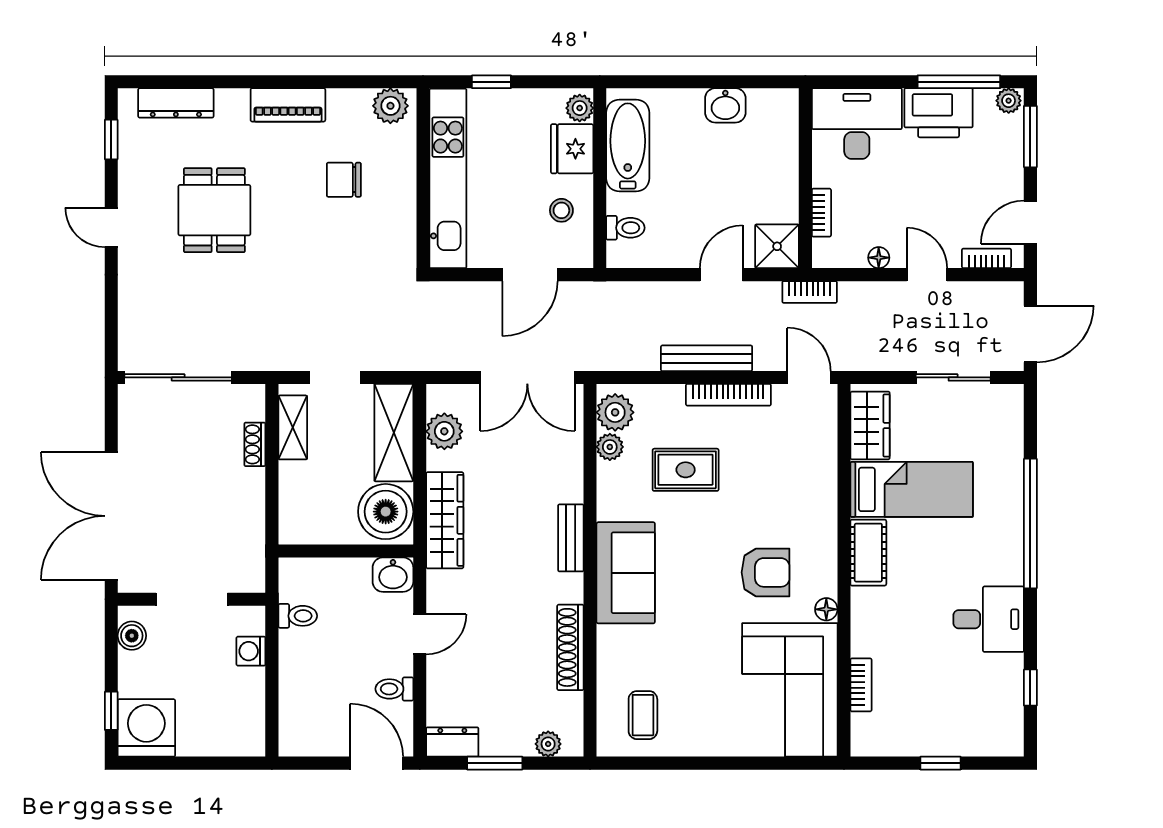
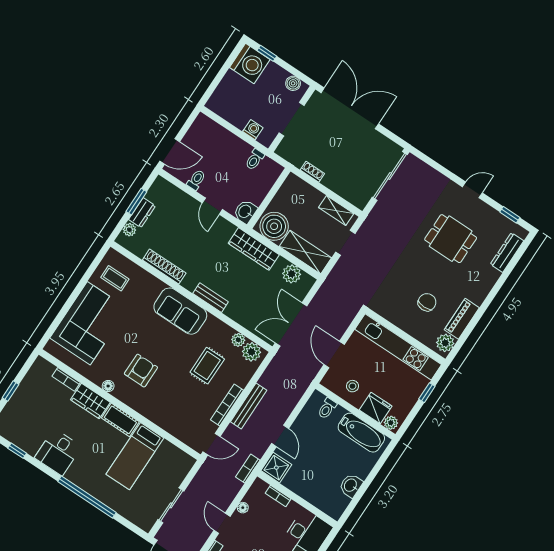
piano: (288, 105) -> (462, 319), moved
door: (927, 275) -> (222, 523), swing flipped
wardrobe: (870, 425) -> (90, 401), moved
shoe rack: (255, 444) -> (312, 172), moved
armchair: (766, 572) -> (141, 371), turned 180
corner sofa: (790, 690) -> (89, 323), moved, turned 90
dresser: (452, 742) -> (142, 213), moved

